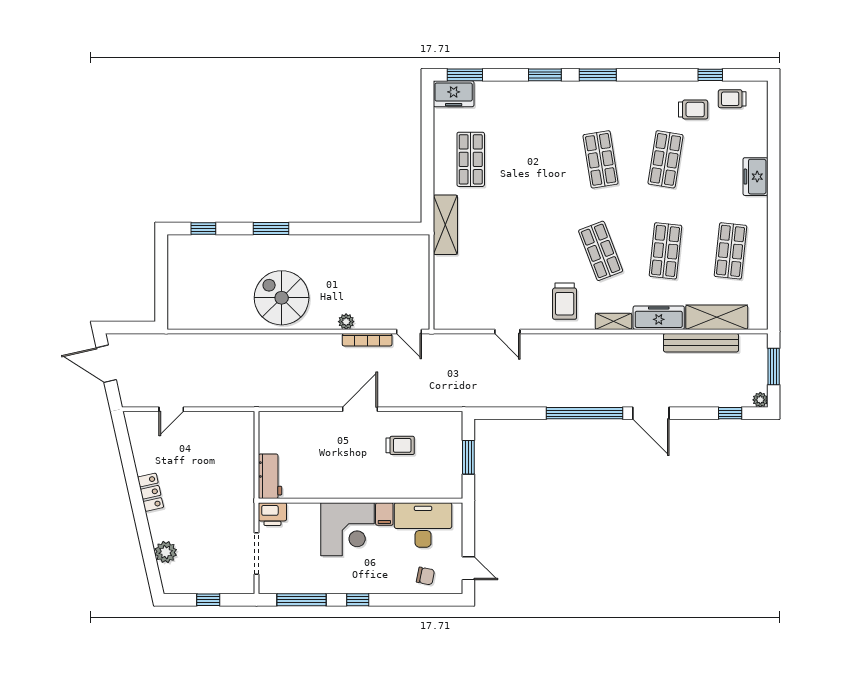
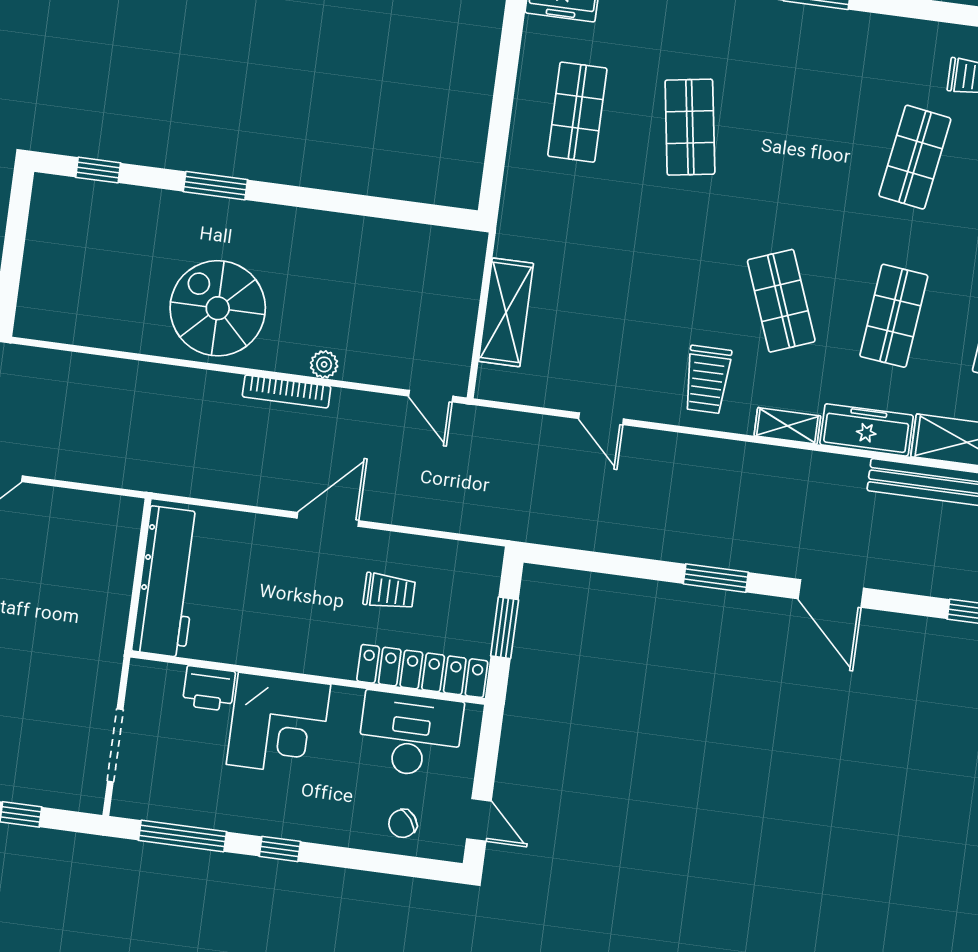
shop shelf: (601, 159) -> (690, 127), moved
shelving: (445, 225) -> (506, 312), moved
bookcase: (367, 340) -> (287, 391), moved
window: (584, 413) -> (716, 578), width x0.47
workbench: (270, 476) -> (167, 582), width x1.88, depth x1.32
locker: (425, 488) -> (422, 671), added
printer: (272, 514) -> (209, 688), moved
filing cabinet: (384, 514) -> (346, 707), removed
chair: (425, 576) -> (403, 824), turned 132

